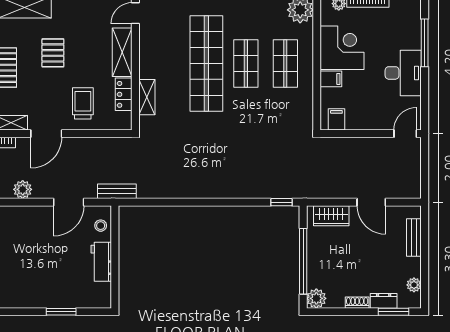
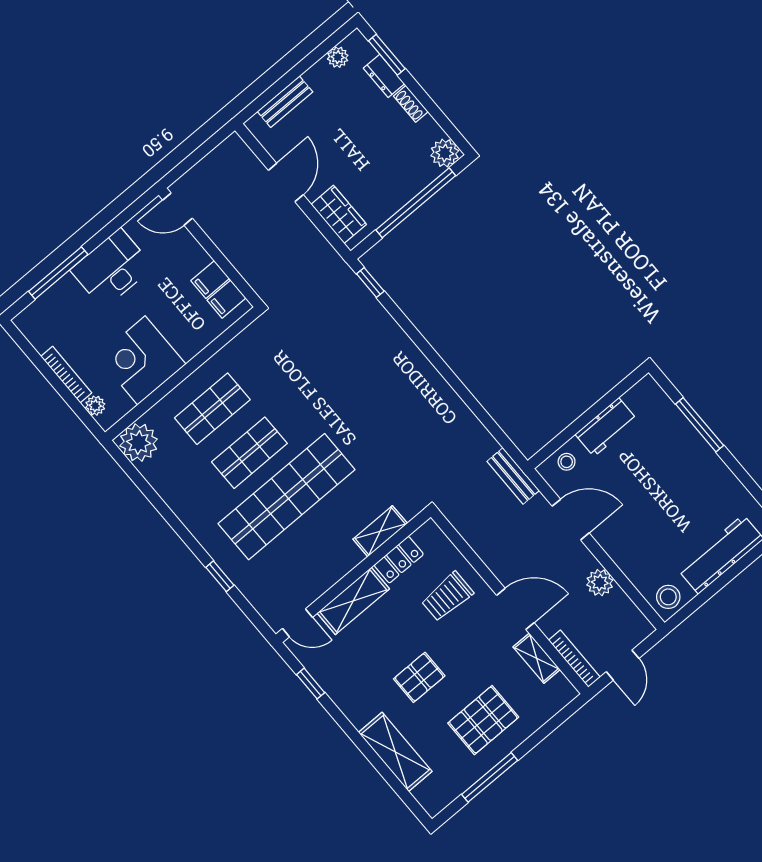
filing cabinet: (331, 79) -> (210, 280), moved, turned -90
window: (61, 312) -> (700, 425), width x1.44

